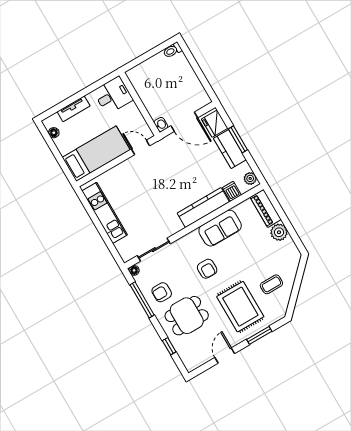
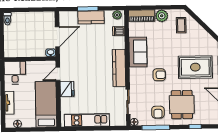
fridge: (215, 124) -> (67, 89), moved, turned -90
kitchen counter: (203, 208) -> (119, 68), moved
coffee table: (271, 284) -> (181, 25), moved

